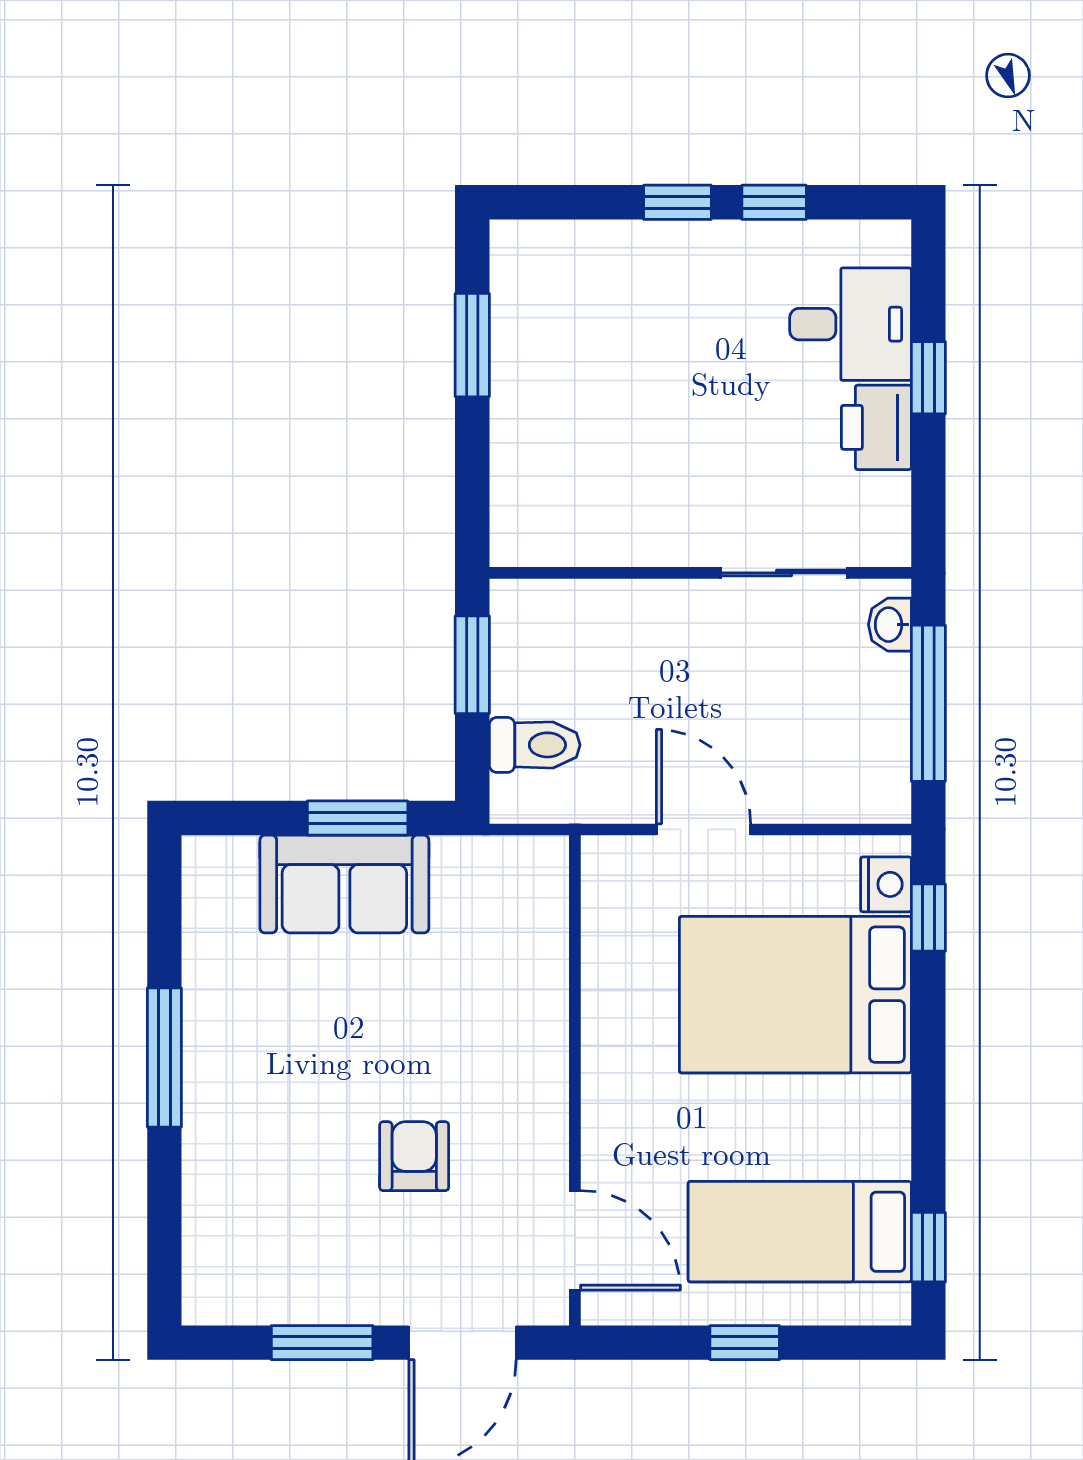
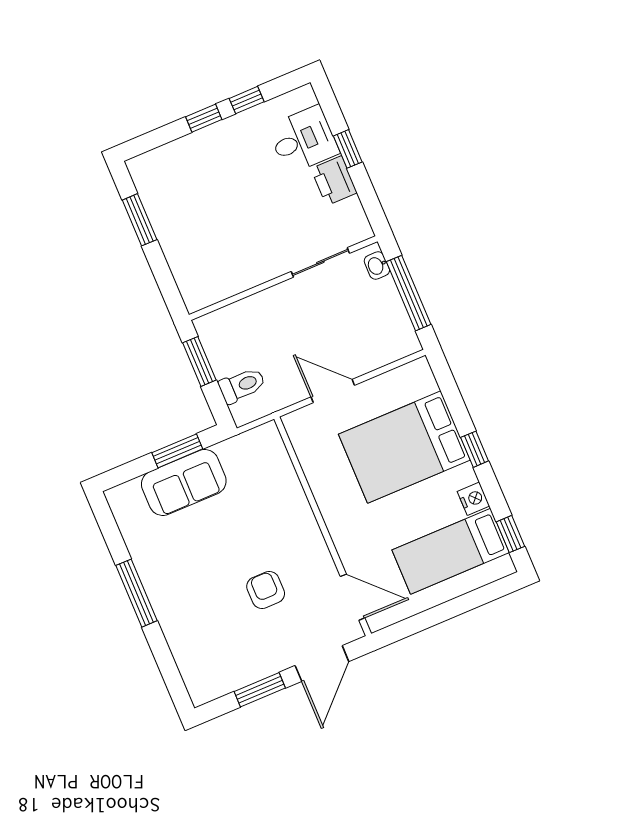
nightstand: (886, 884) -> (473, 499), moved
window: (928, 918) -> (475, 449), moved
window: (745, 1343) -> (447, 611), removed

